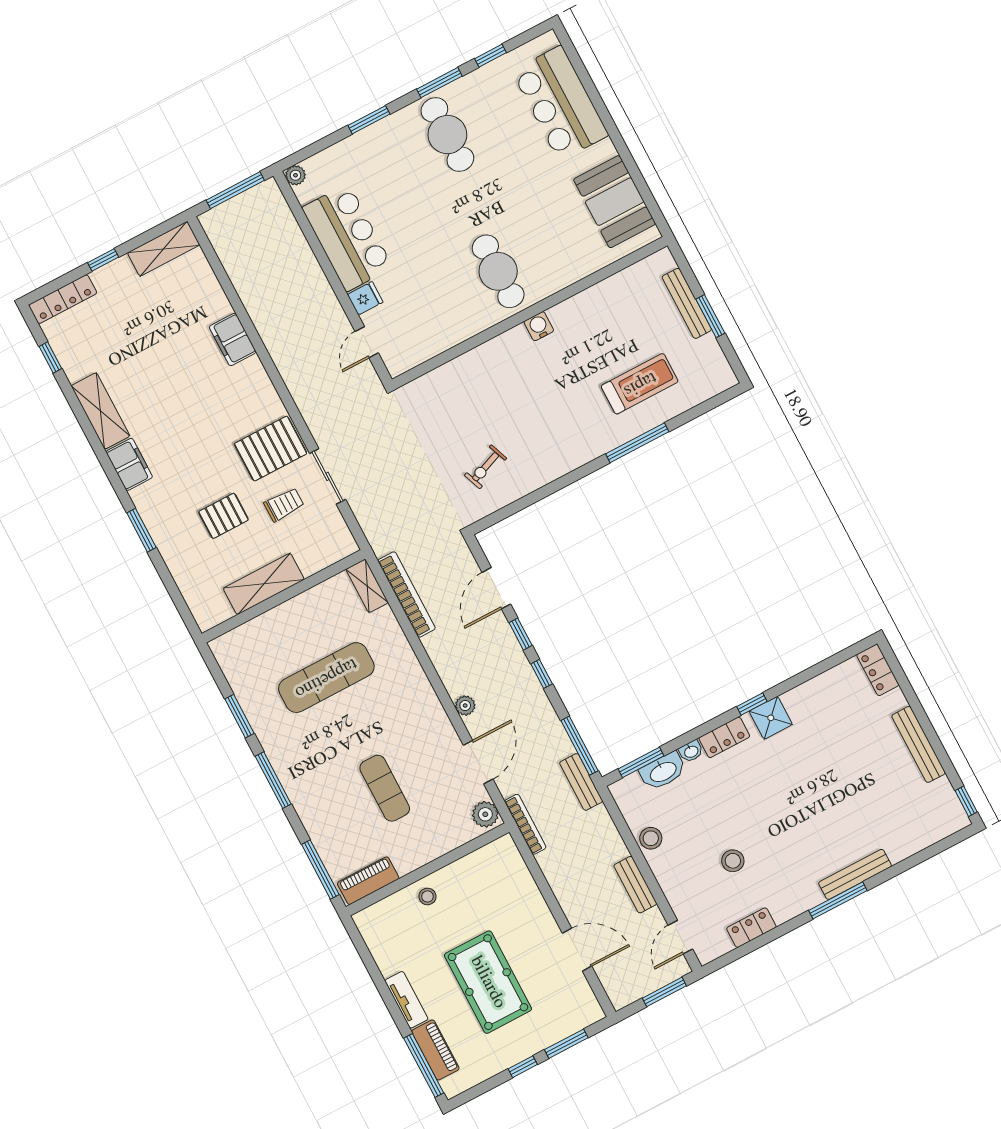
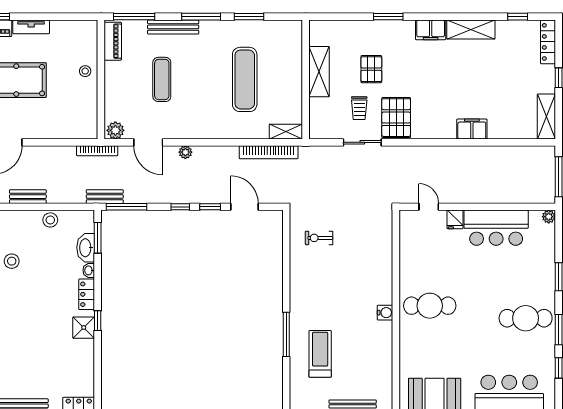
treadmill: (640, 384) -> (320, 354), turned 180
exercise bike: (486, 467) -> (319, 238), turned -69
exercise mat: (385, 788) -> (162, 79), turned 90
bench: (307, 810) -> (173, 27), added

